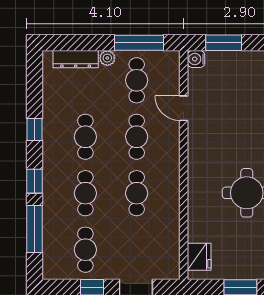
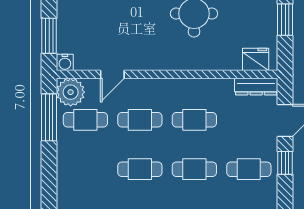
plant: (107, 58) -> (71, 92), moved, width x1.88, depth x1.88
dresser: (76, 59) -> (256, 87), moved, turned 90

